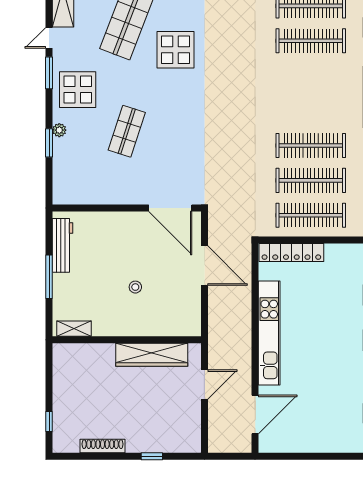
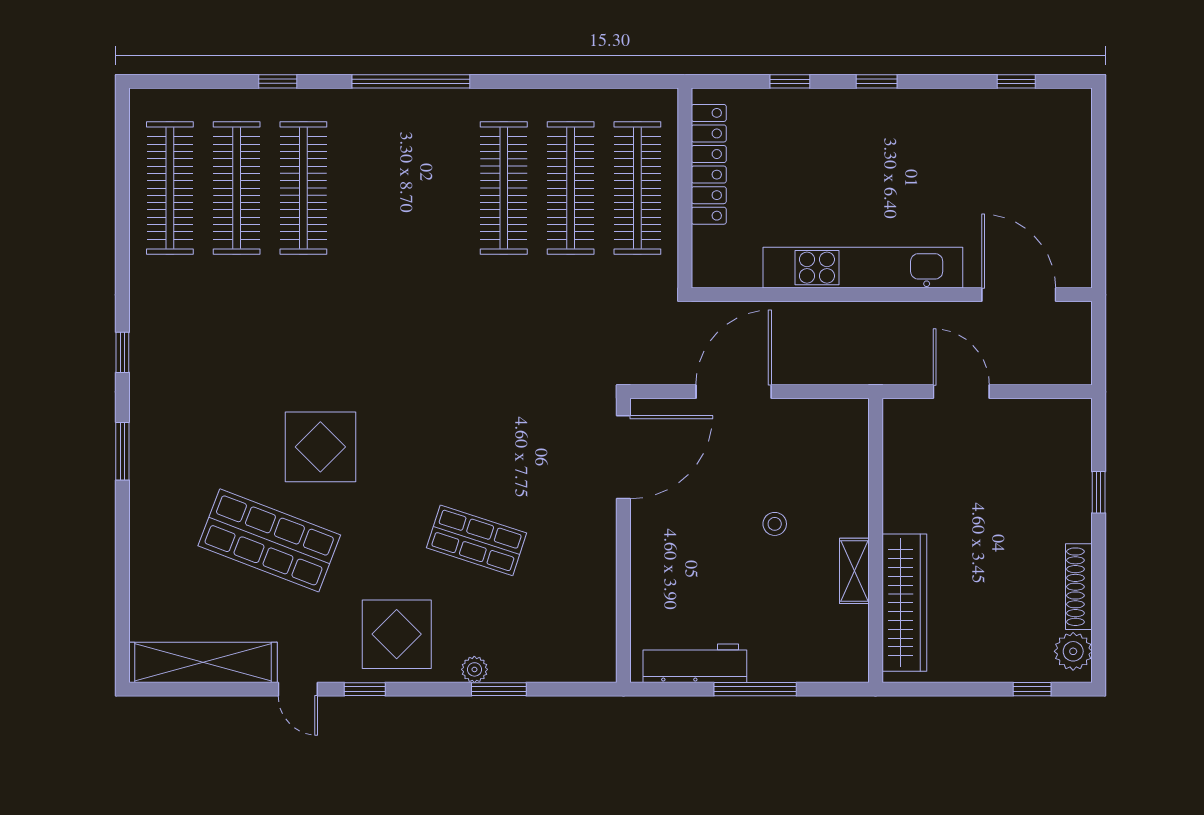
window: (49, 73) -> (365, 689), width x0.67
locker: (291, 253) -> (709, 164), moved
shelving: (74, 329) -> (854, 571), moved
wardrobe: (152, 355) -> (904, 603), moved
plant: (69, 443) -> (1073, 651), added

